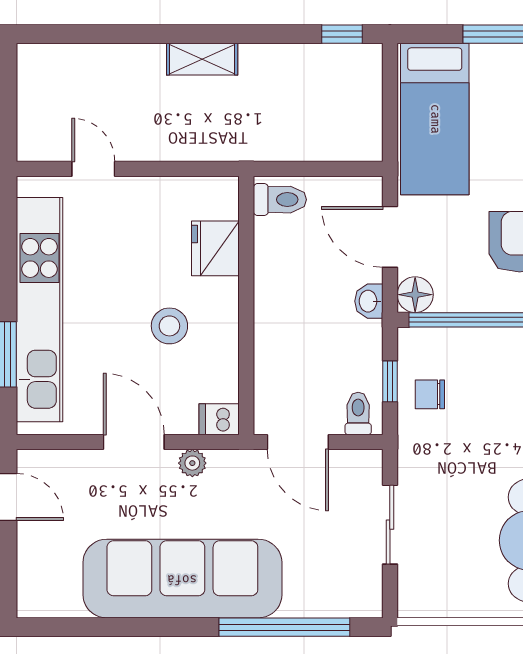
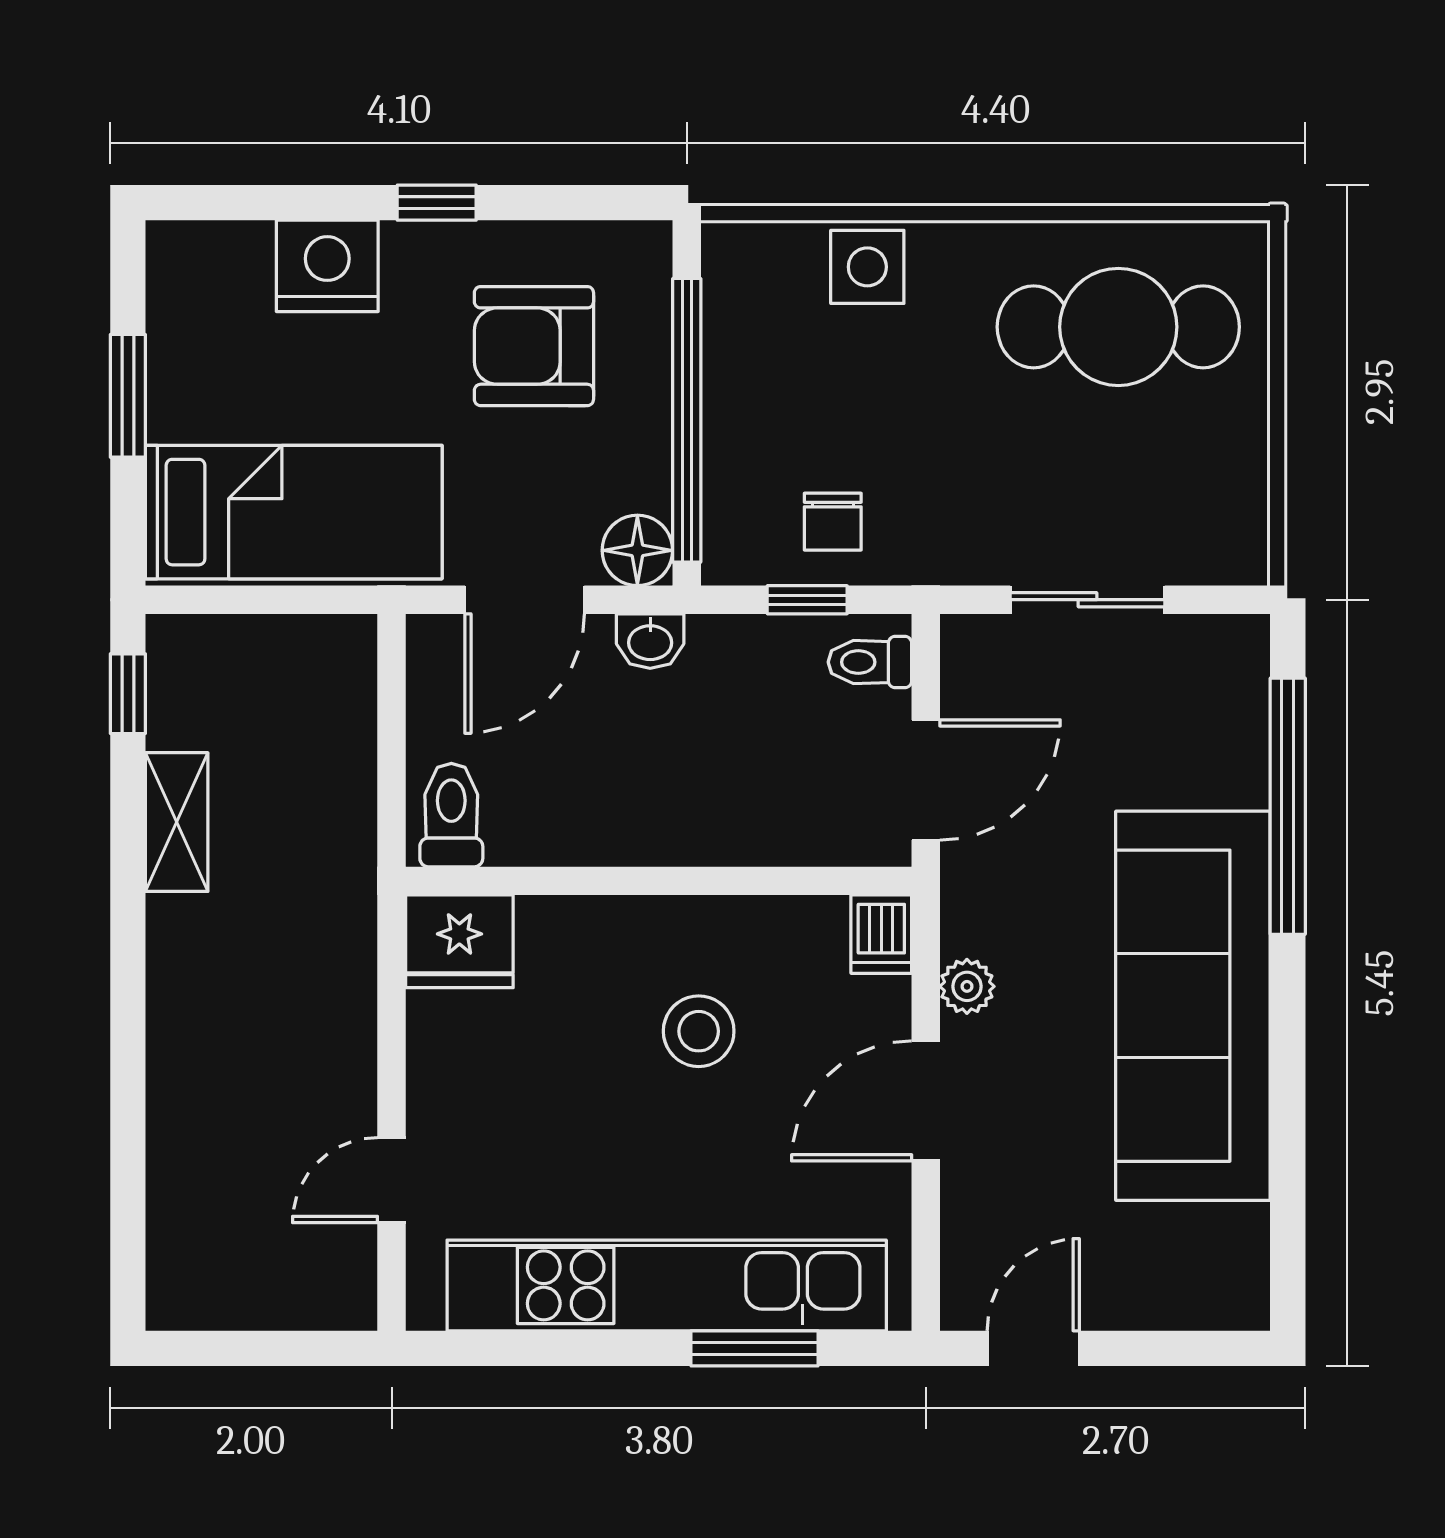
shelving: (202, 59) -> (177, 822), moved
fridge: (215, 248) -> (459, 941), moved

